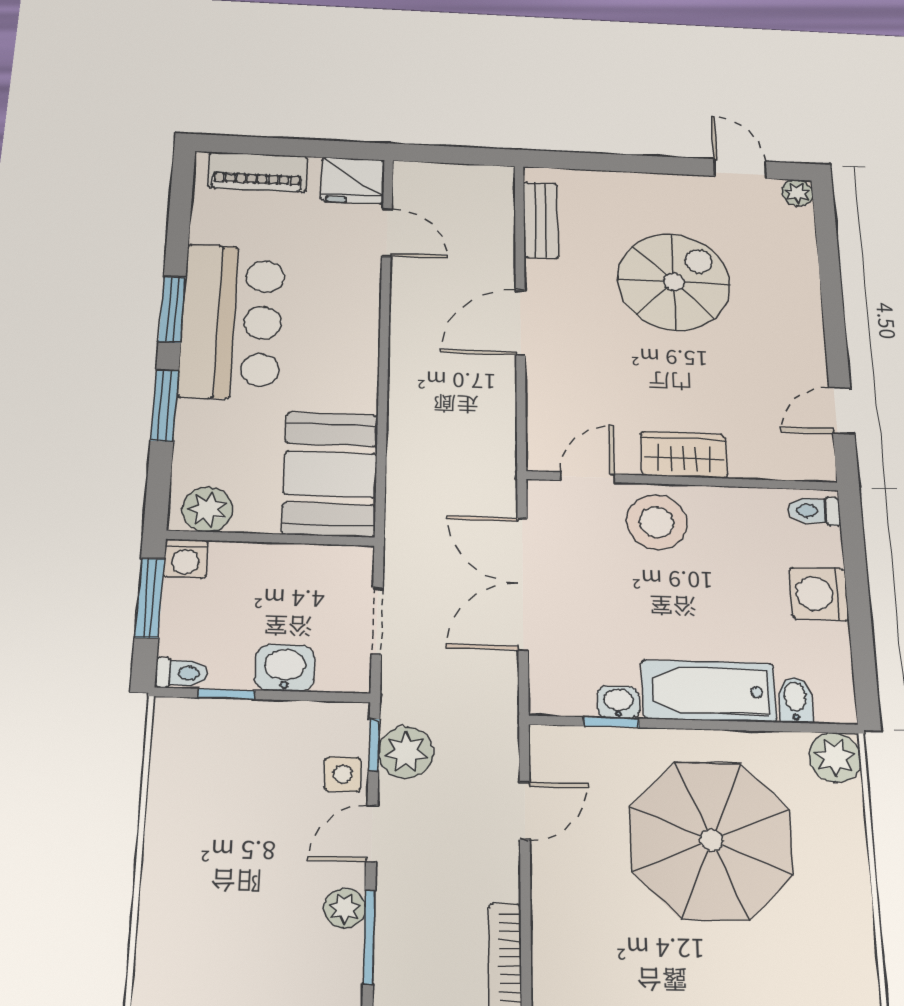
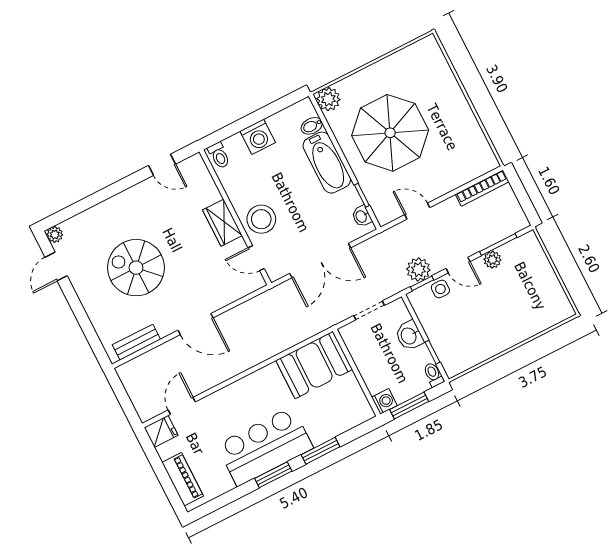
fridge: (353, 181) -> (161, 431), width x0.72
plant: (207, 509) -> (358, 405), removed
washbasin: (618, 702) -> (362, 216), moved

